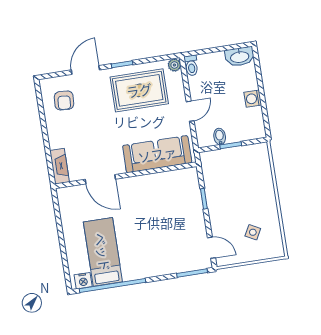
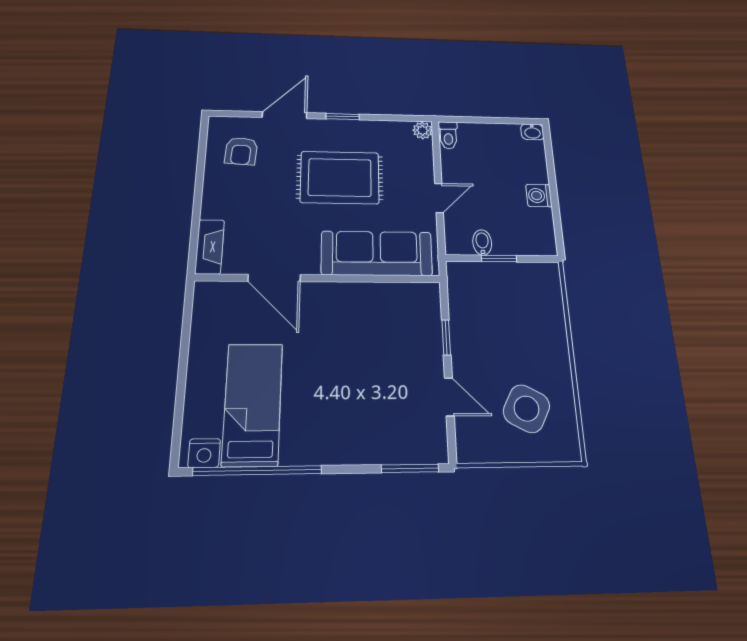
washbasin: (240, 57) -> (532, 132), width x0.52, depth x0.69
rug: (139, 90) -> (340, 177), moved
side table: (253, 232) -> (526, 409), width x1.87, depth x1.87
door: (212, 248) -> (449, 397), moved

